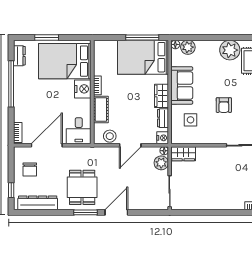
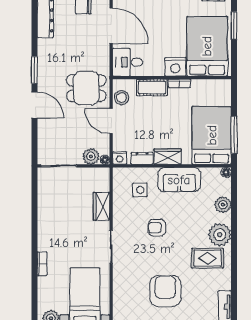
plant: (188, 47) -> (223, 205), moved
wardrobe: (183, 154) -> (101, 206), moved
dining table: (82, 187) -> (86, 88), moved

